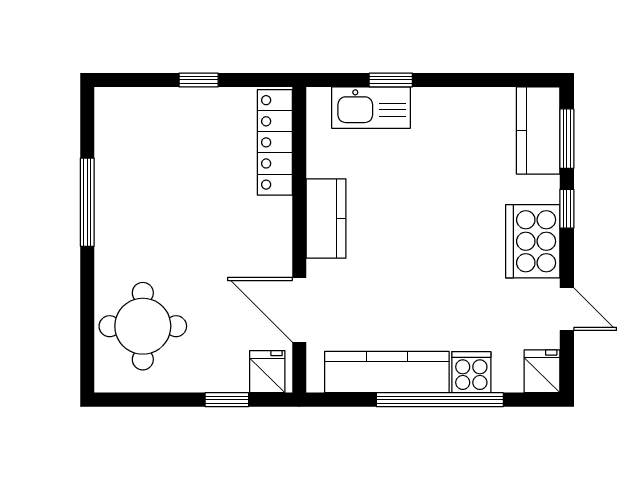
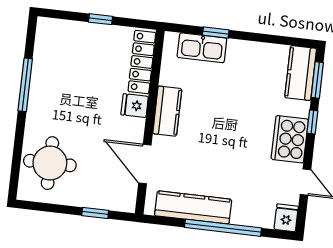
fridge: (267, 372) -> (135, 106), moved, turned -90
cooker: (471, 372) -> (244, 213), removed

